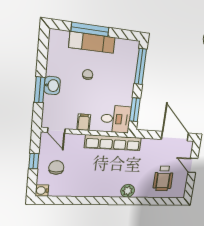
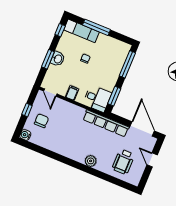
exam couch: (92, 42) -> (81, 31), moved
window: (43, 46) -> (60, 30), added
row of seats: (113, 143) -> (106, 123), moved

